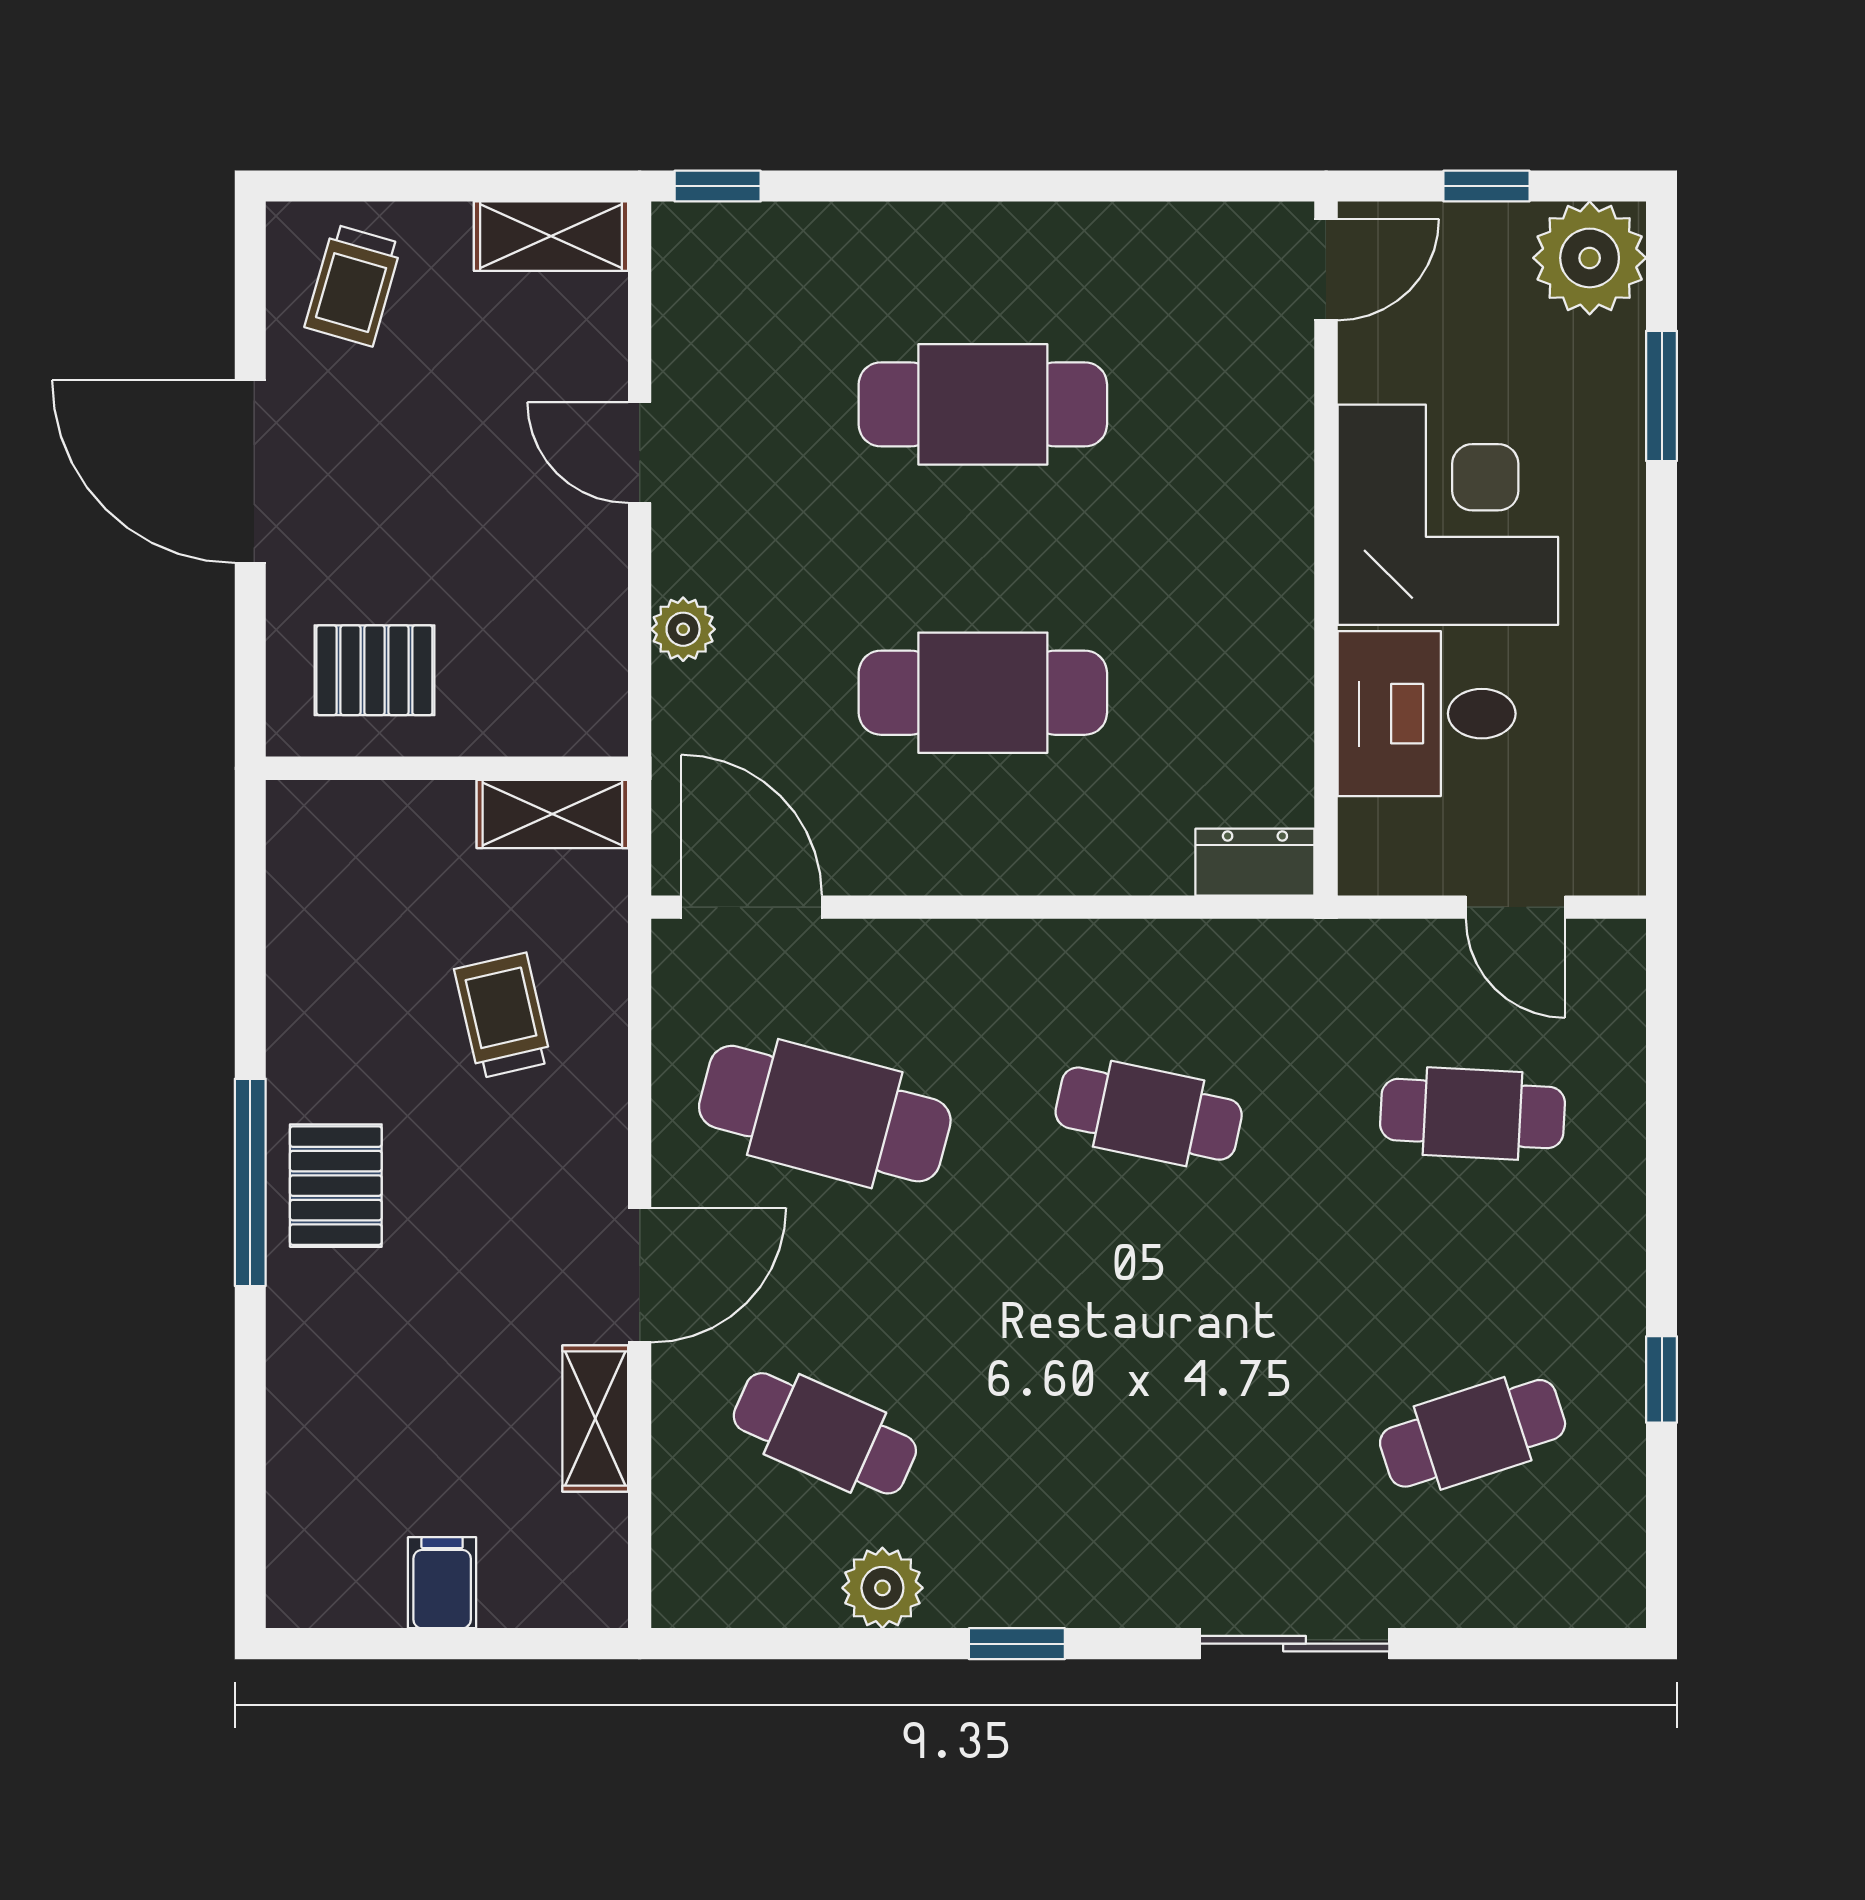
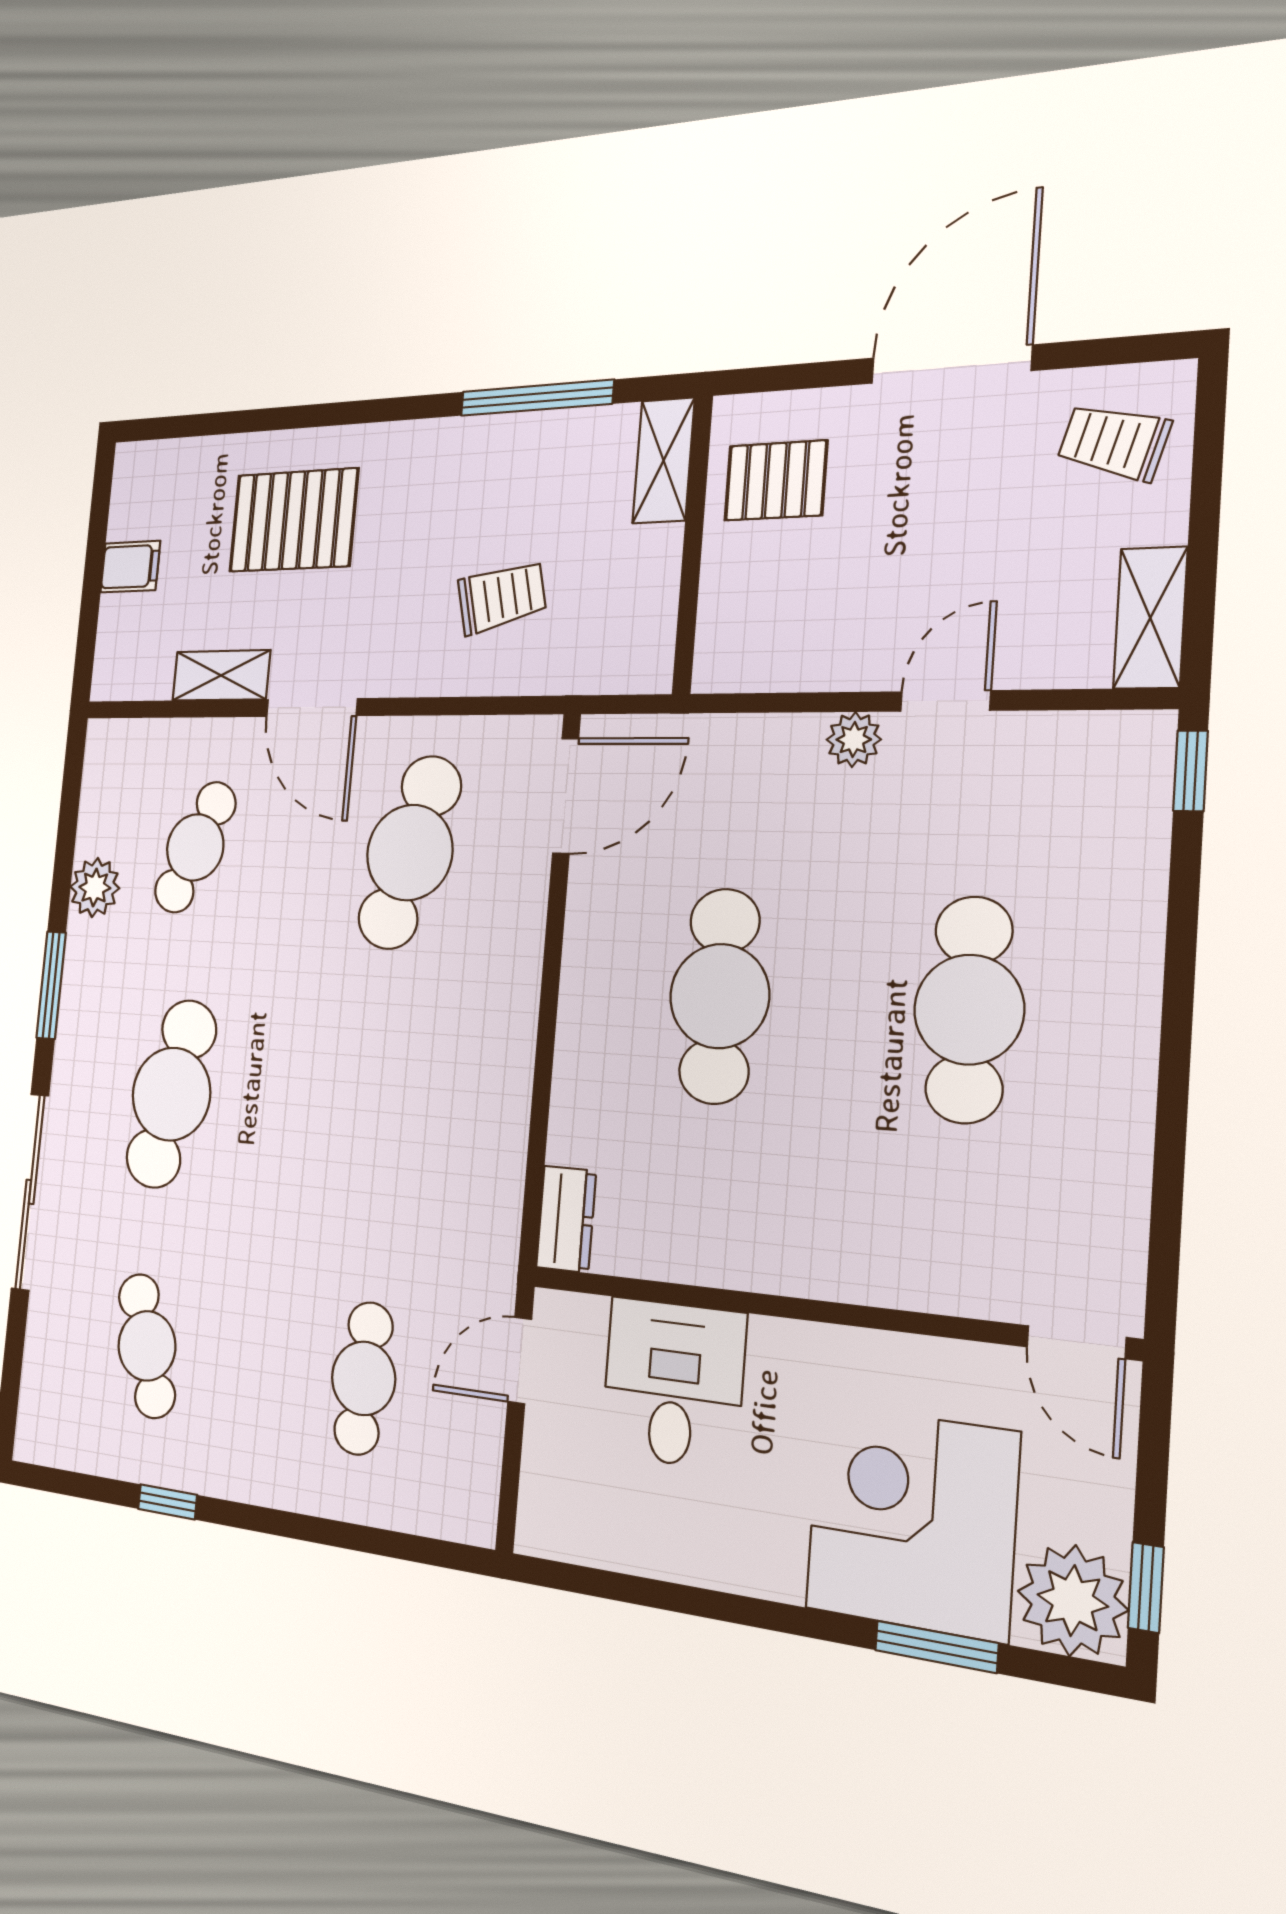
window: (1486, 186) -> (1146, 1587), moved
corner desk: (1448, 515) -> (912, 1521), moved, turned 180
plant: (683, 629) -> (854, 739), moved
pallet: (374, 670) -> (776, 481), turned 90
shelving: (552, 814) -> (664, 461), moved
door: (1515, 907) -> (520, 1360), moved
cafe table: (1149, 1114) -> (171, 1094), moved, width x1.37, depth x1.35
window: (250, 1182) -> (536, 398), moved
pallet: (336, 1186) -> (293, 520), moved, width x1.50, depth x1.42
window: (1017, 1644) -> (51, 985), width x1.50
sliding door: (1295, 1644) -> (30, 1192), width x1.37

